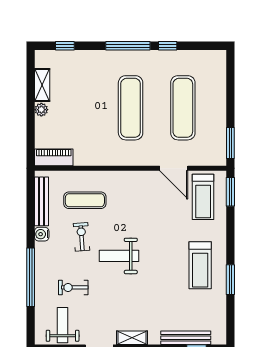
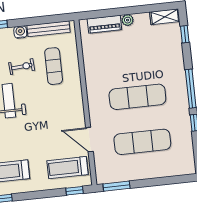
shelving: (42, 85) -> (165, 17), moved
piano: (54, 157) -> (104, 24), moved, turned 90
door: (174, 168) -> (89, 140), hinge flipped
window: (230, 192) -> (74, 191), width x0.67

